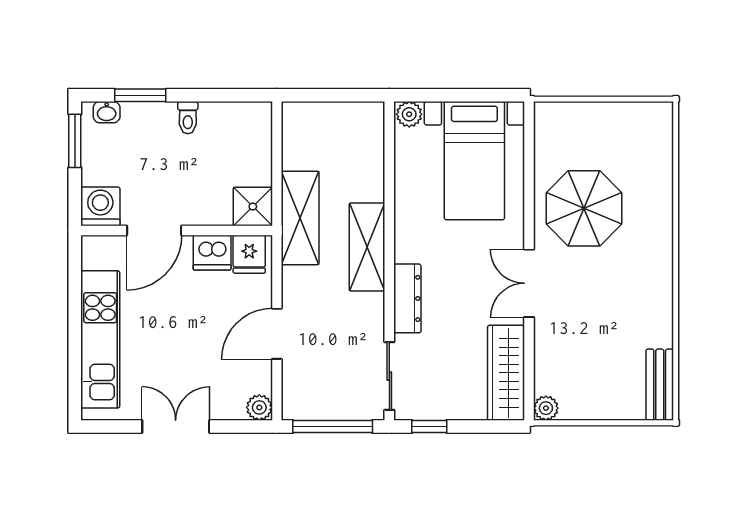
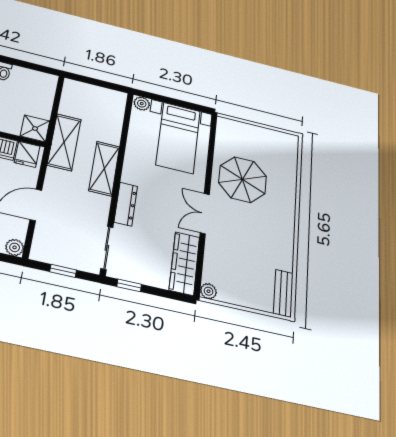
window: (333, 427) -> (63, 271), width x0.46

